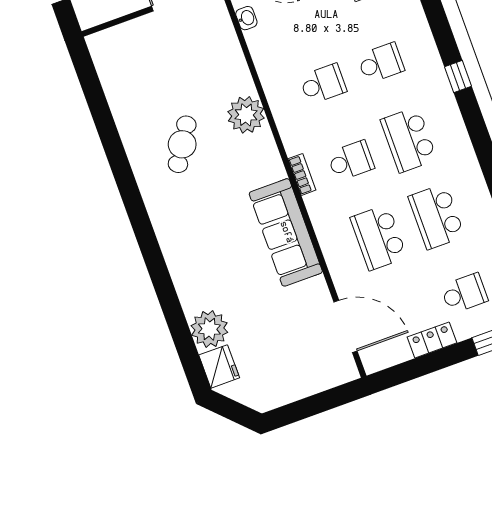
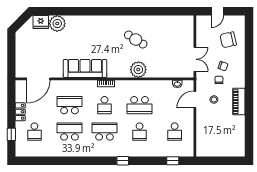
school desk: (323, 84) -> (140, 105), width x1.85

